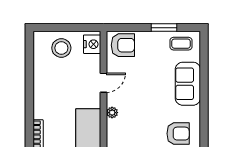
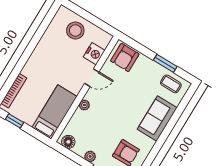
nightstand: (92, 44) -> (94, 54), moved
armchair: (123, 45) -> (125, 58), turned 90

